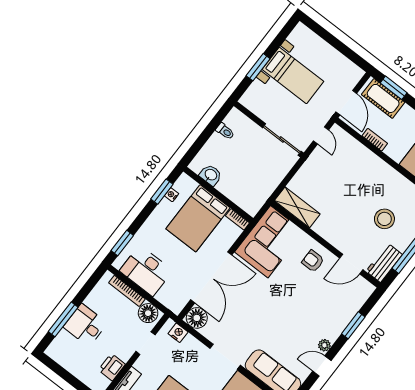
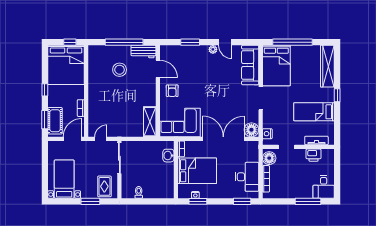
bed with nightstands: (293, 75) -> (64, 179), moved
rug: (263, 97) -> (104, 186), added
washbasin: (211, 175) -> (168, 156), moved
desk: (85, 325) -> (324, 187), moved

